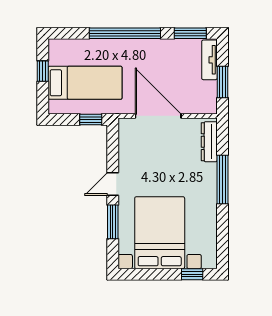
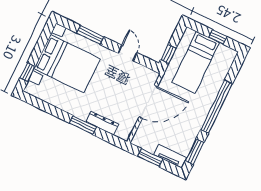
dresser: (209, 142) -> (102, 123), moved
window: (222, 180) -> (83, 125), width x0.69
door: (113, 184) -> (128, 53), moved

